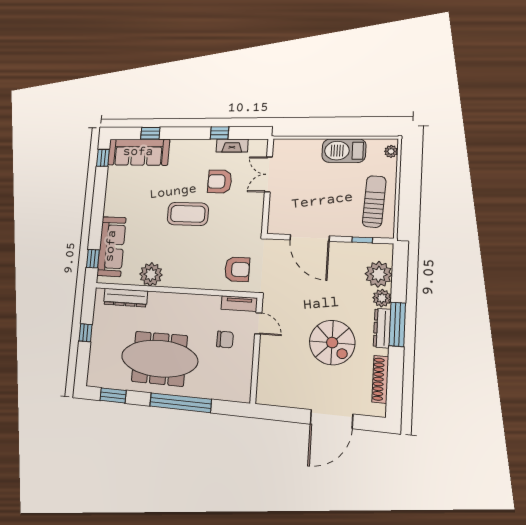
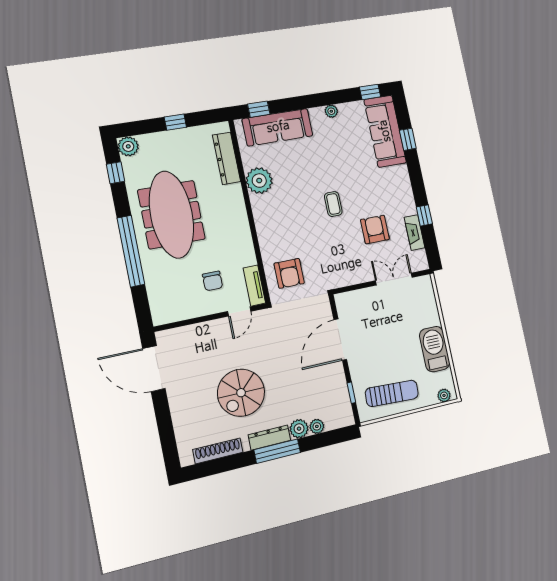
plant: (110, 196) -> (331, 111), added
coffee table: (188, 214) -> (333, 204), width x0.54, depth x0.58
plant: (379, 274) -> (317, 426), width x0.53, depth x0.53
plant: (95, 378) -> (128, 146), added
window: (113, 395) -> (115, 173), width x0.67
door: (331, 419) -> (154, 369), moved

